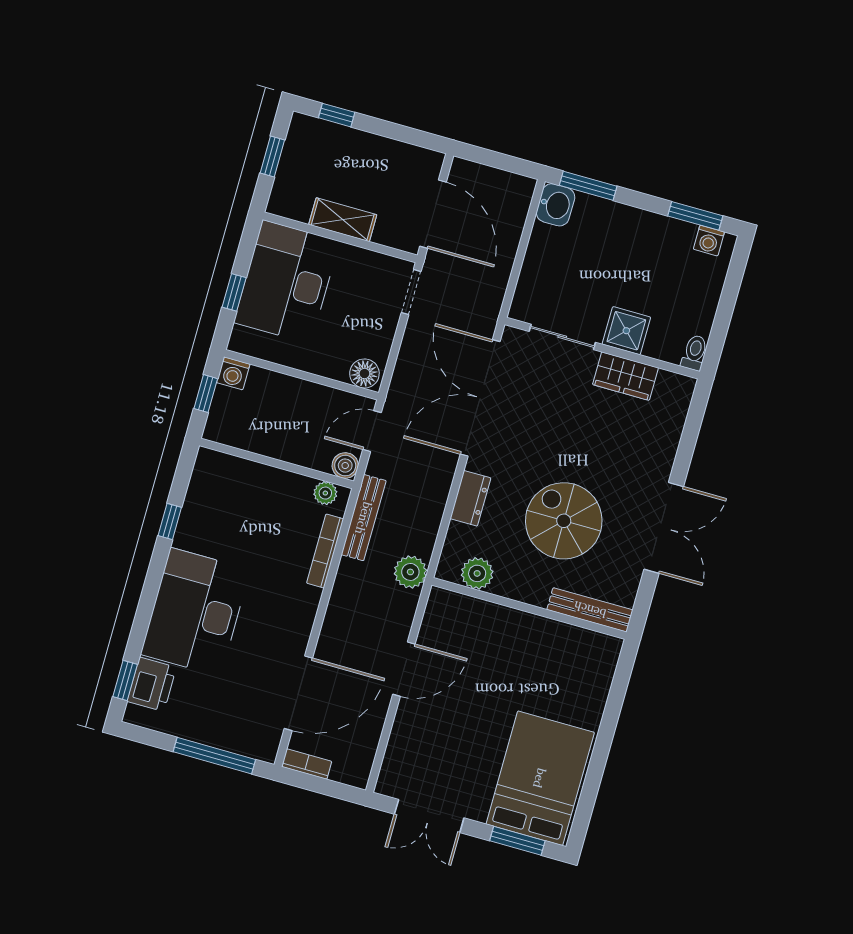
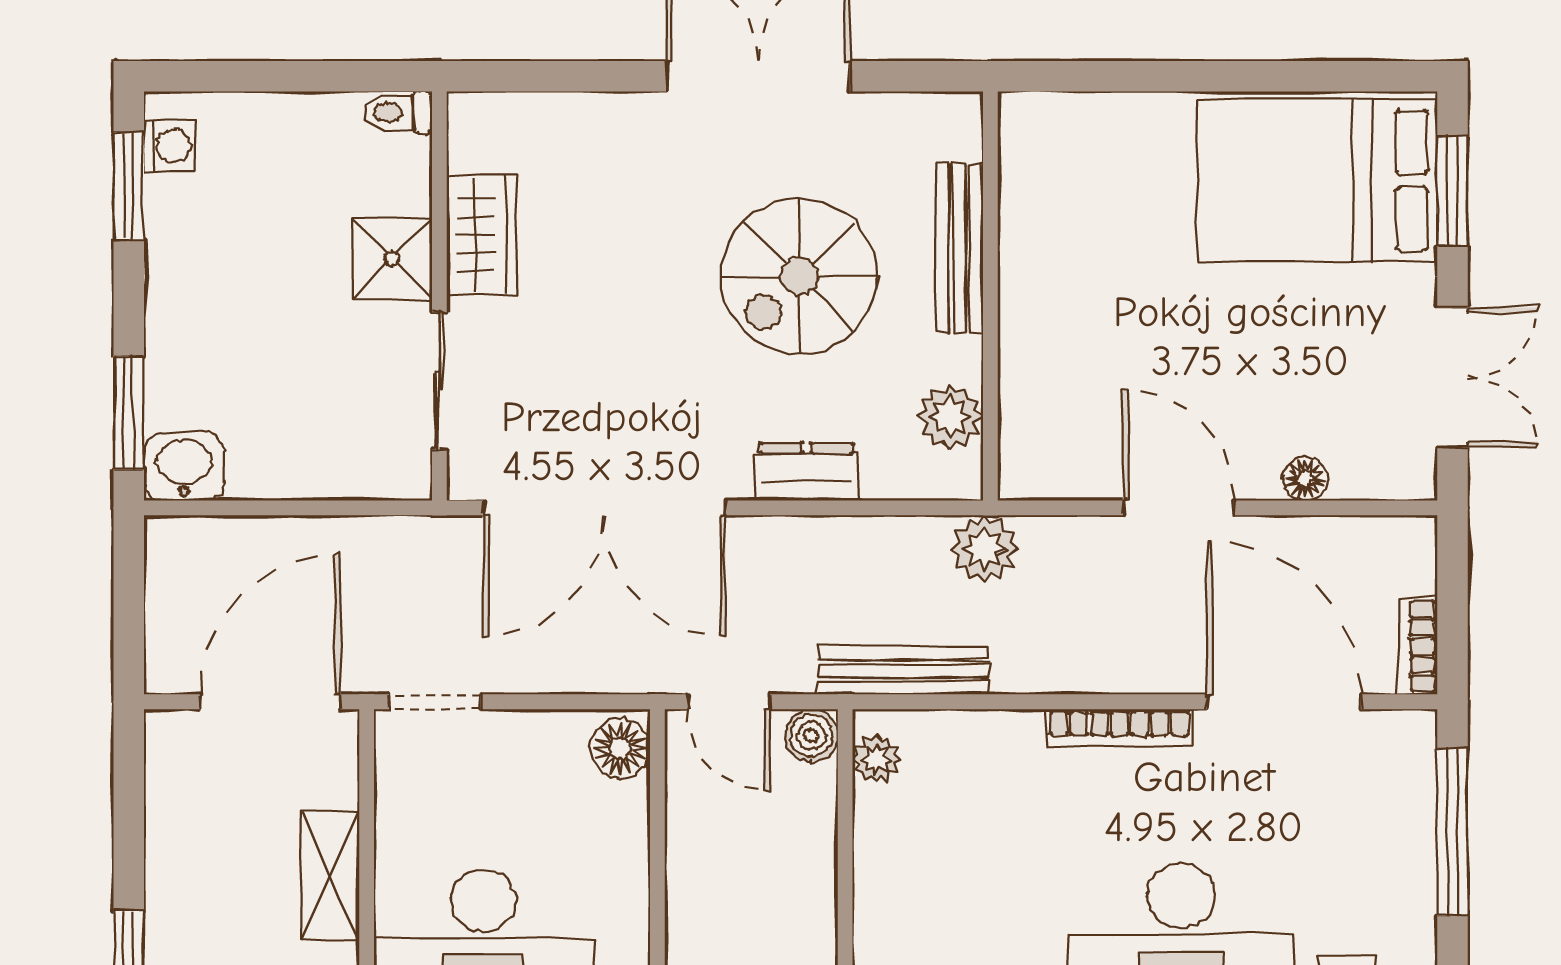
bookcase: (325, 551) -> (1120, 728), moved
bench: (590, 610) -> (959, 248), moved
floor lamp: (401, 733) -> (1305, 479), added

